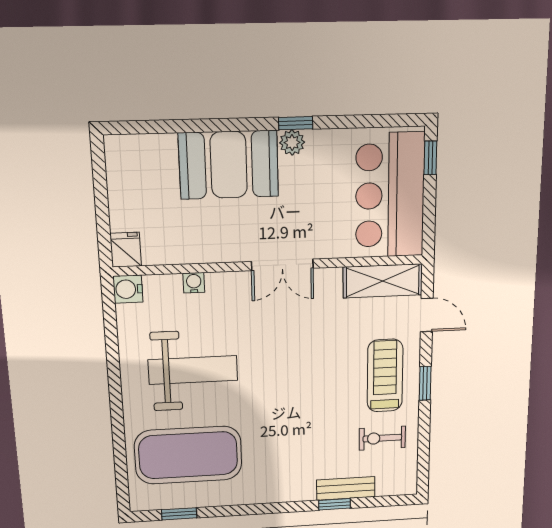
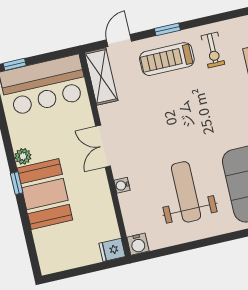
window: (296, 123) -> (17, 183), moved
double door: (282, 265) -> (103, 146), swing flipped
water cooler: (194, 283) -> (122, 185), moved

